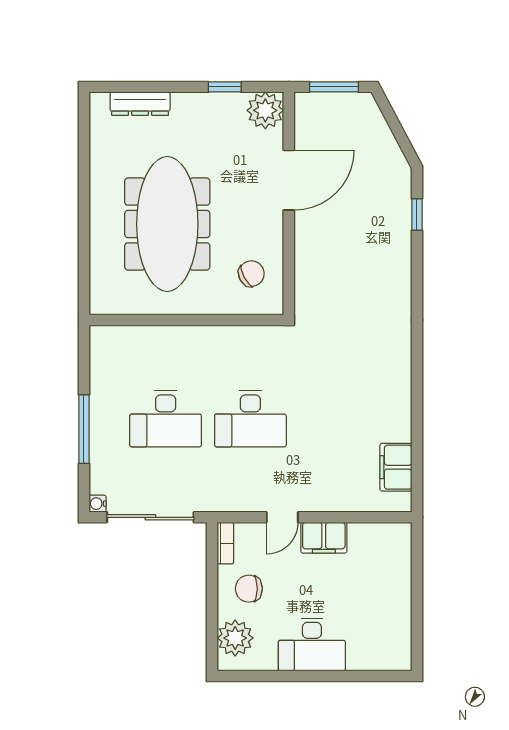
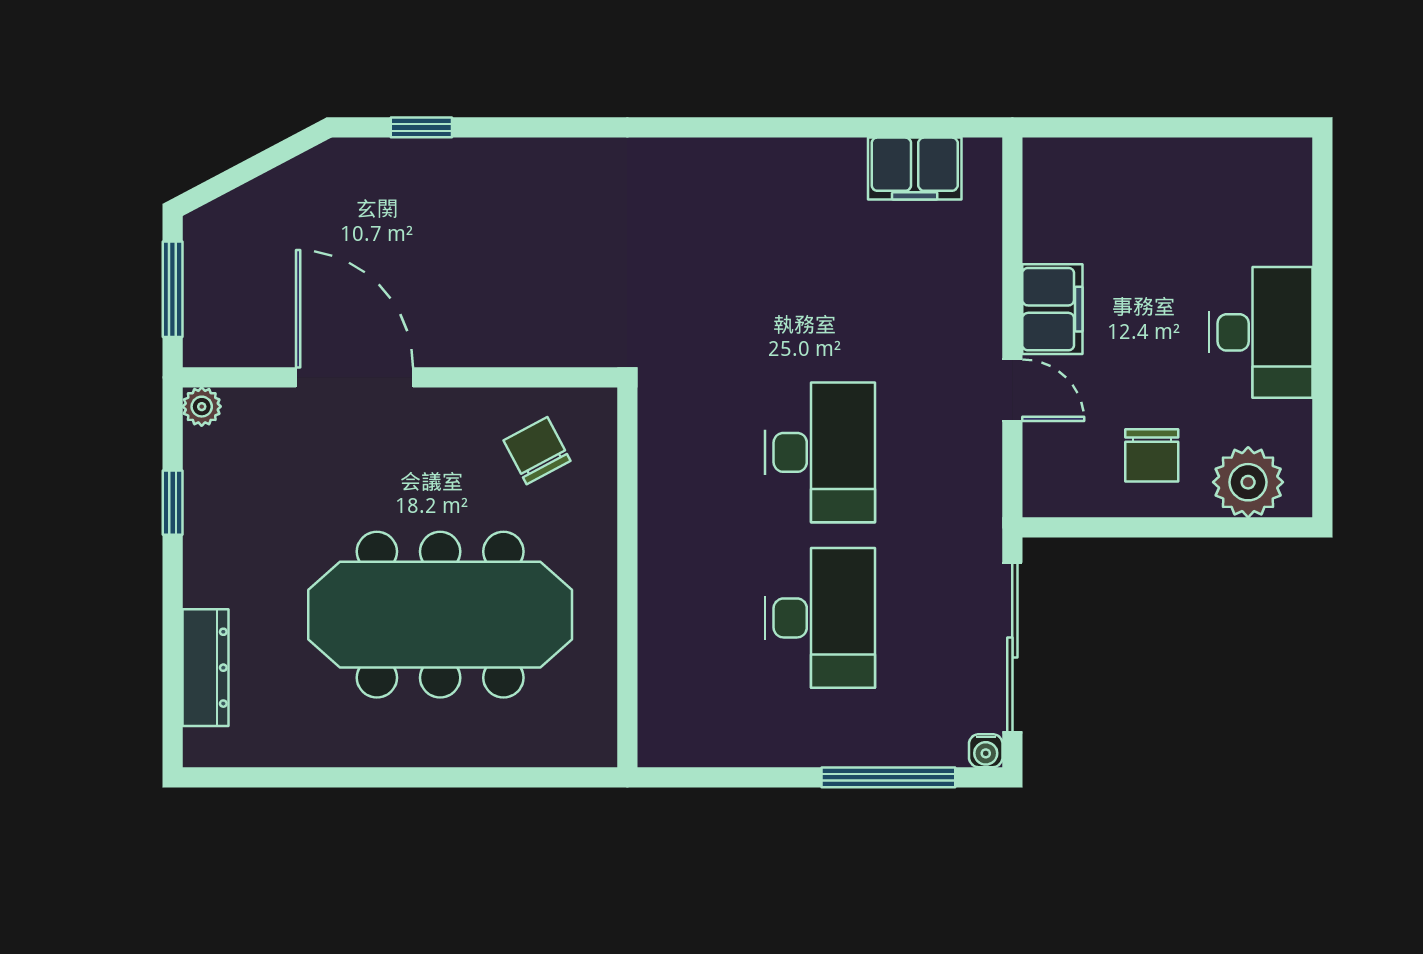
plant: (265, 110) -> (202, 407), width x0.53, depth x0.53
window: (84, 429) -> (888, 777), moved
bookcase: (225, 543) -> (1063, 501), removed

